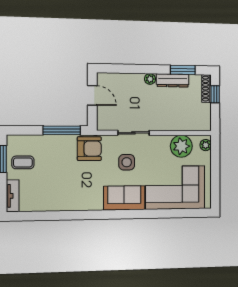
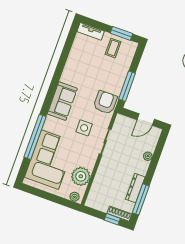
window: (183, 70) -> (141, 199), width x1.44
plant: (150, 79) -> (148, 156), moved
armchair: (89, 149) -> (105, 102), turned 180
sofa: (124, 198) -> (62, 101), moved
window: (156, 214) -> (35, 137), added

